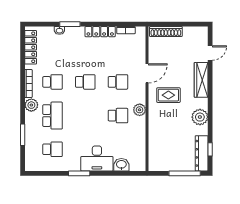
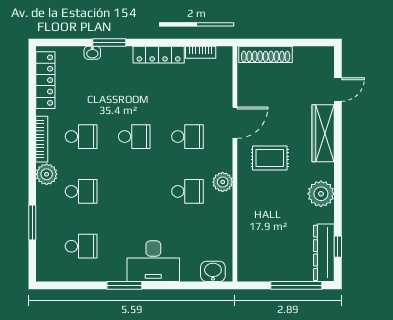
school desk: (53, 116) -> (81, 191), width x0.54
washbasin: (121, 165) -> (213, 271), moved

